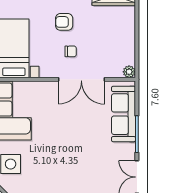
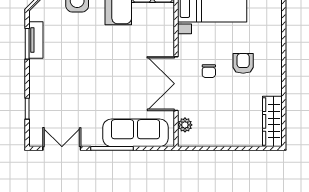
plant: (129, 72) -> (185, 125), moved

